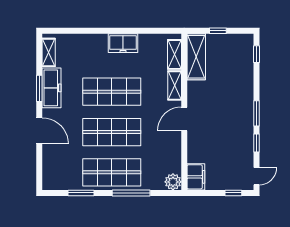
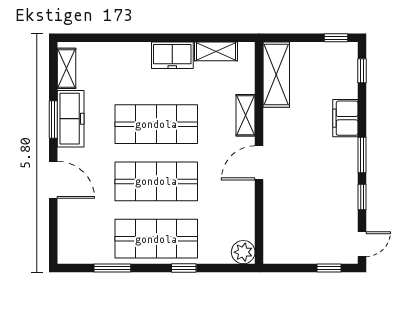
window: (218, 31) -> (336, 38), moved
shelving: (174, 54) -> (216, 51), moved, turned 90
filing cabinet: (196, 177) -> (345, 118), moved, turned 180
window: (131, 193) -> (184, 268), width x0.46

